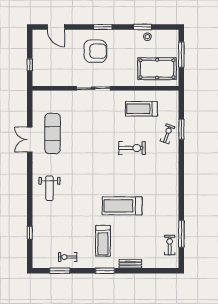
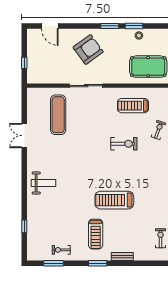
window: (103, 27) -> (110, 26), moved
armchair: (95, 51) -> (88, 50), turned -36
exercise mat: (53, 134) -> (58, 115), moved
weight bench: (49, 188) -> (44, 183), turned -90

